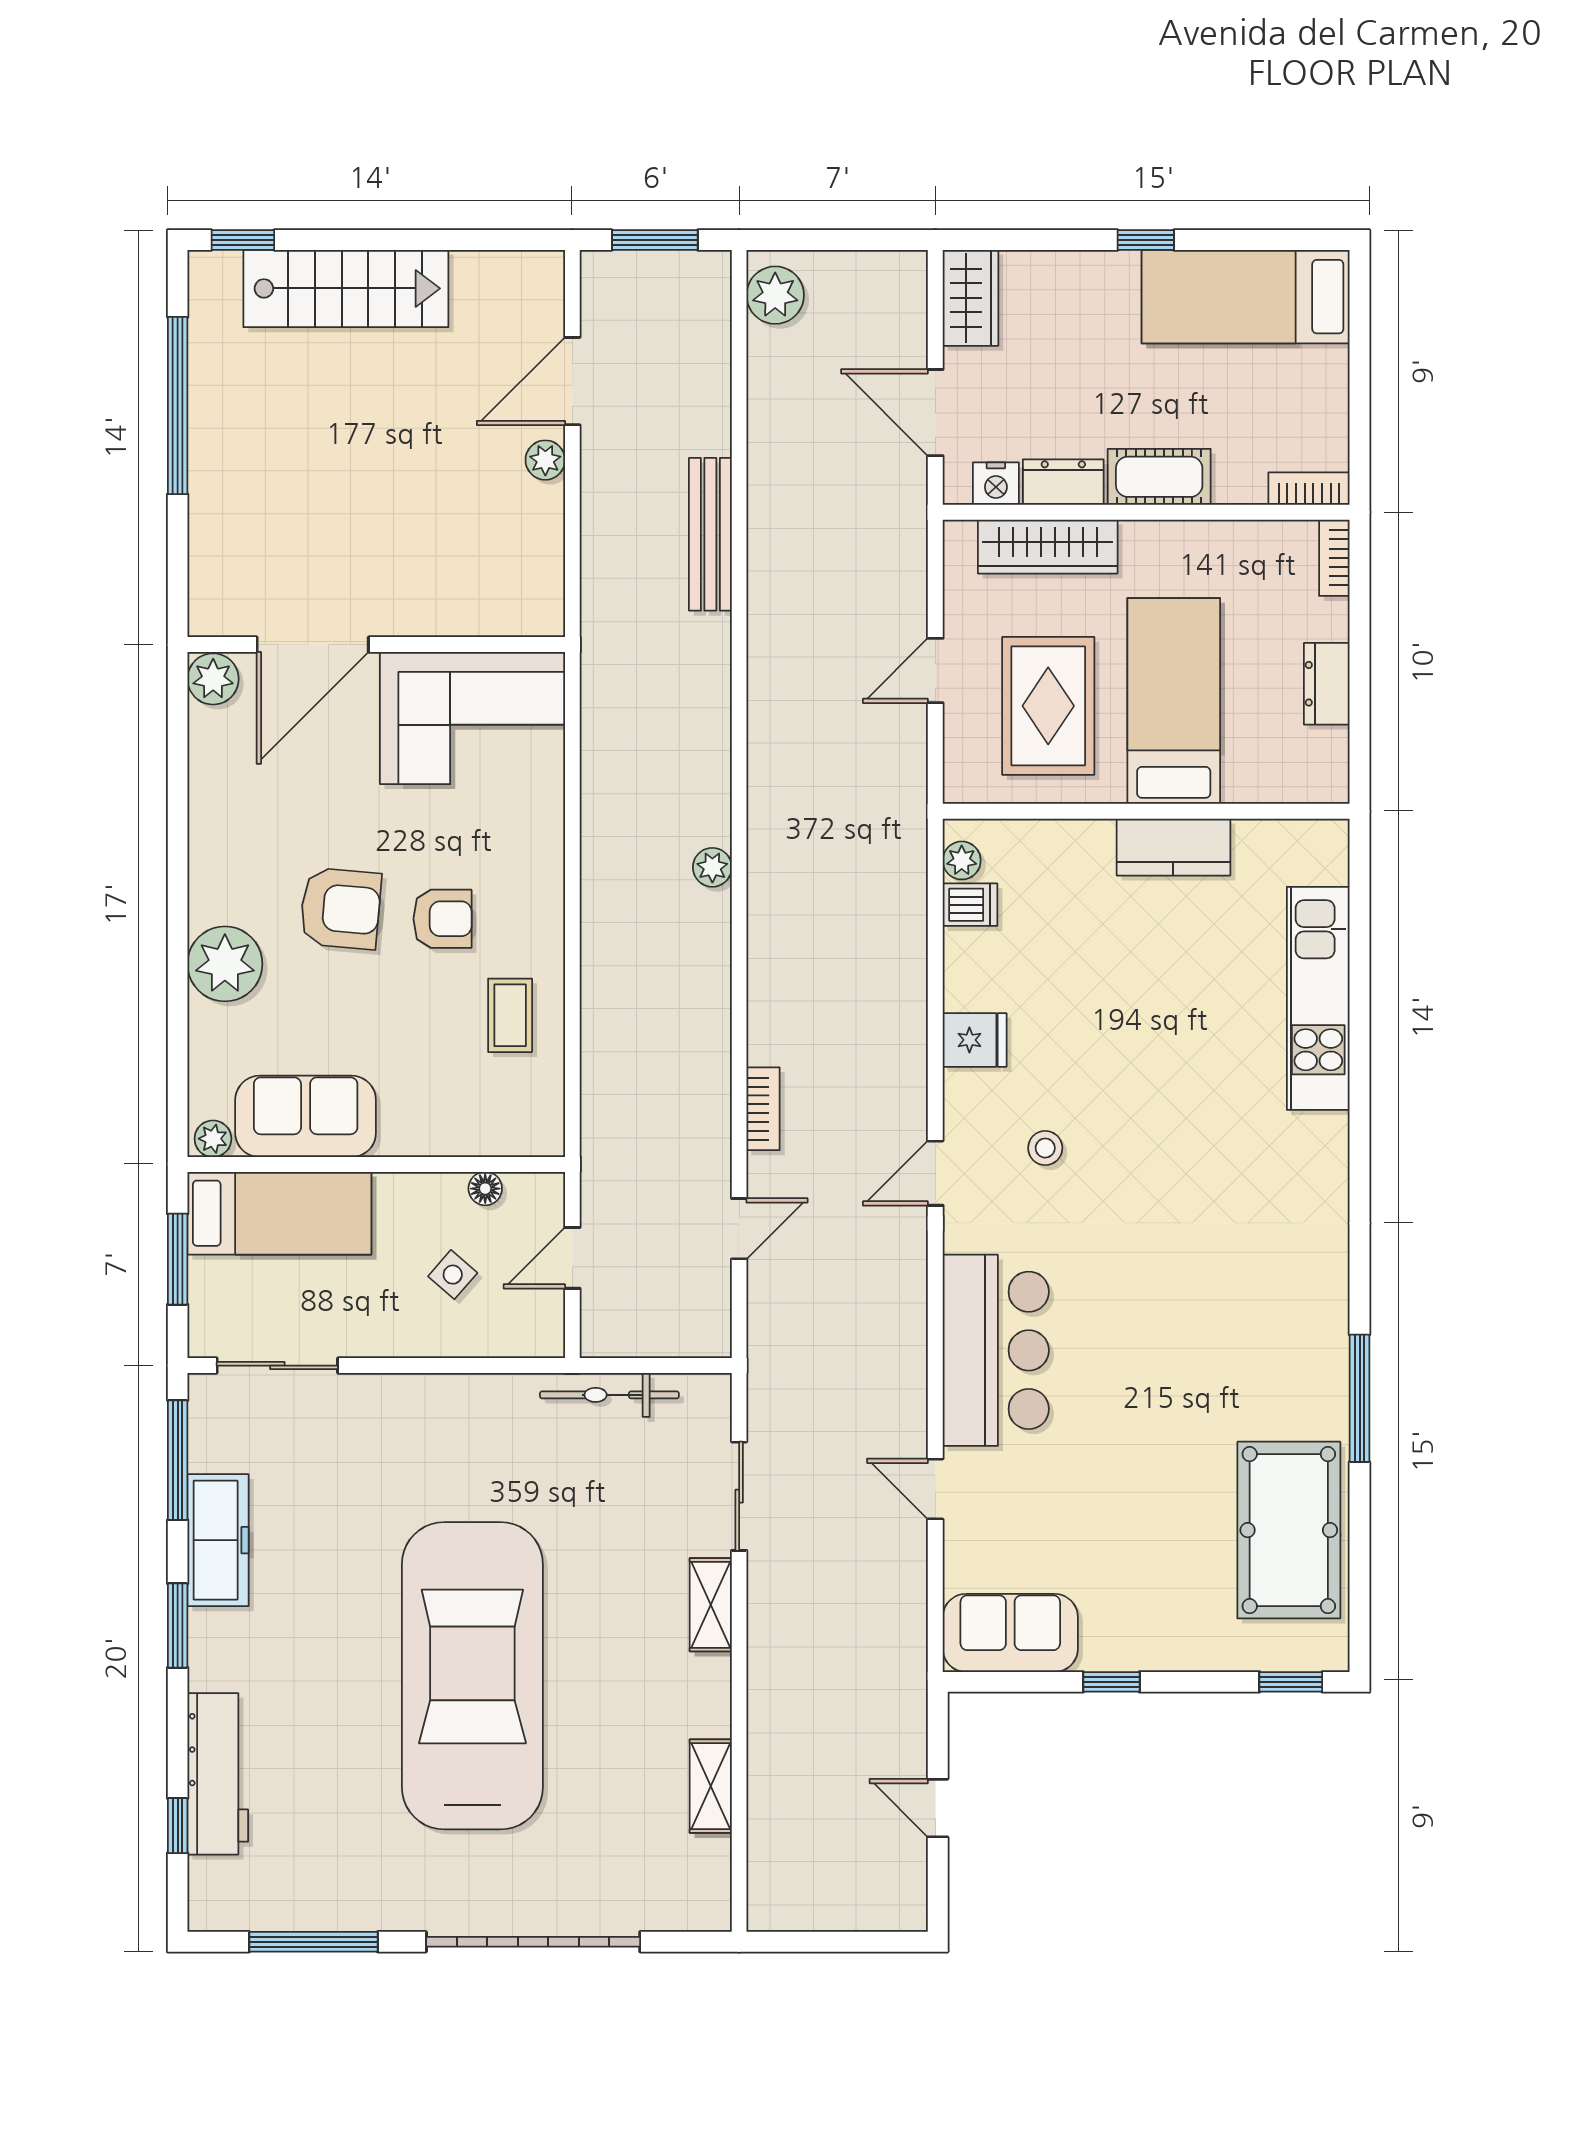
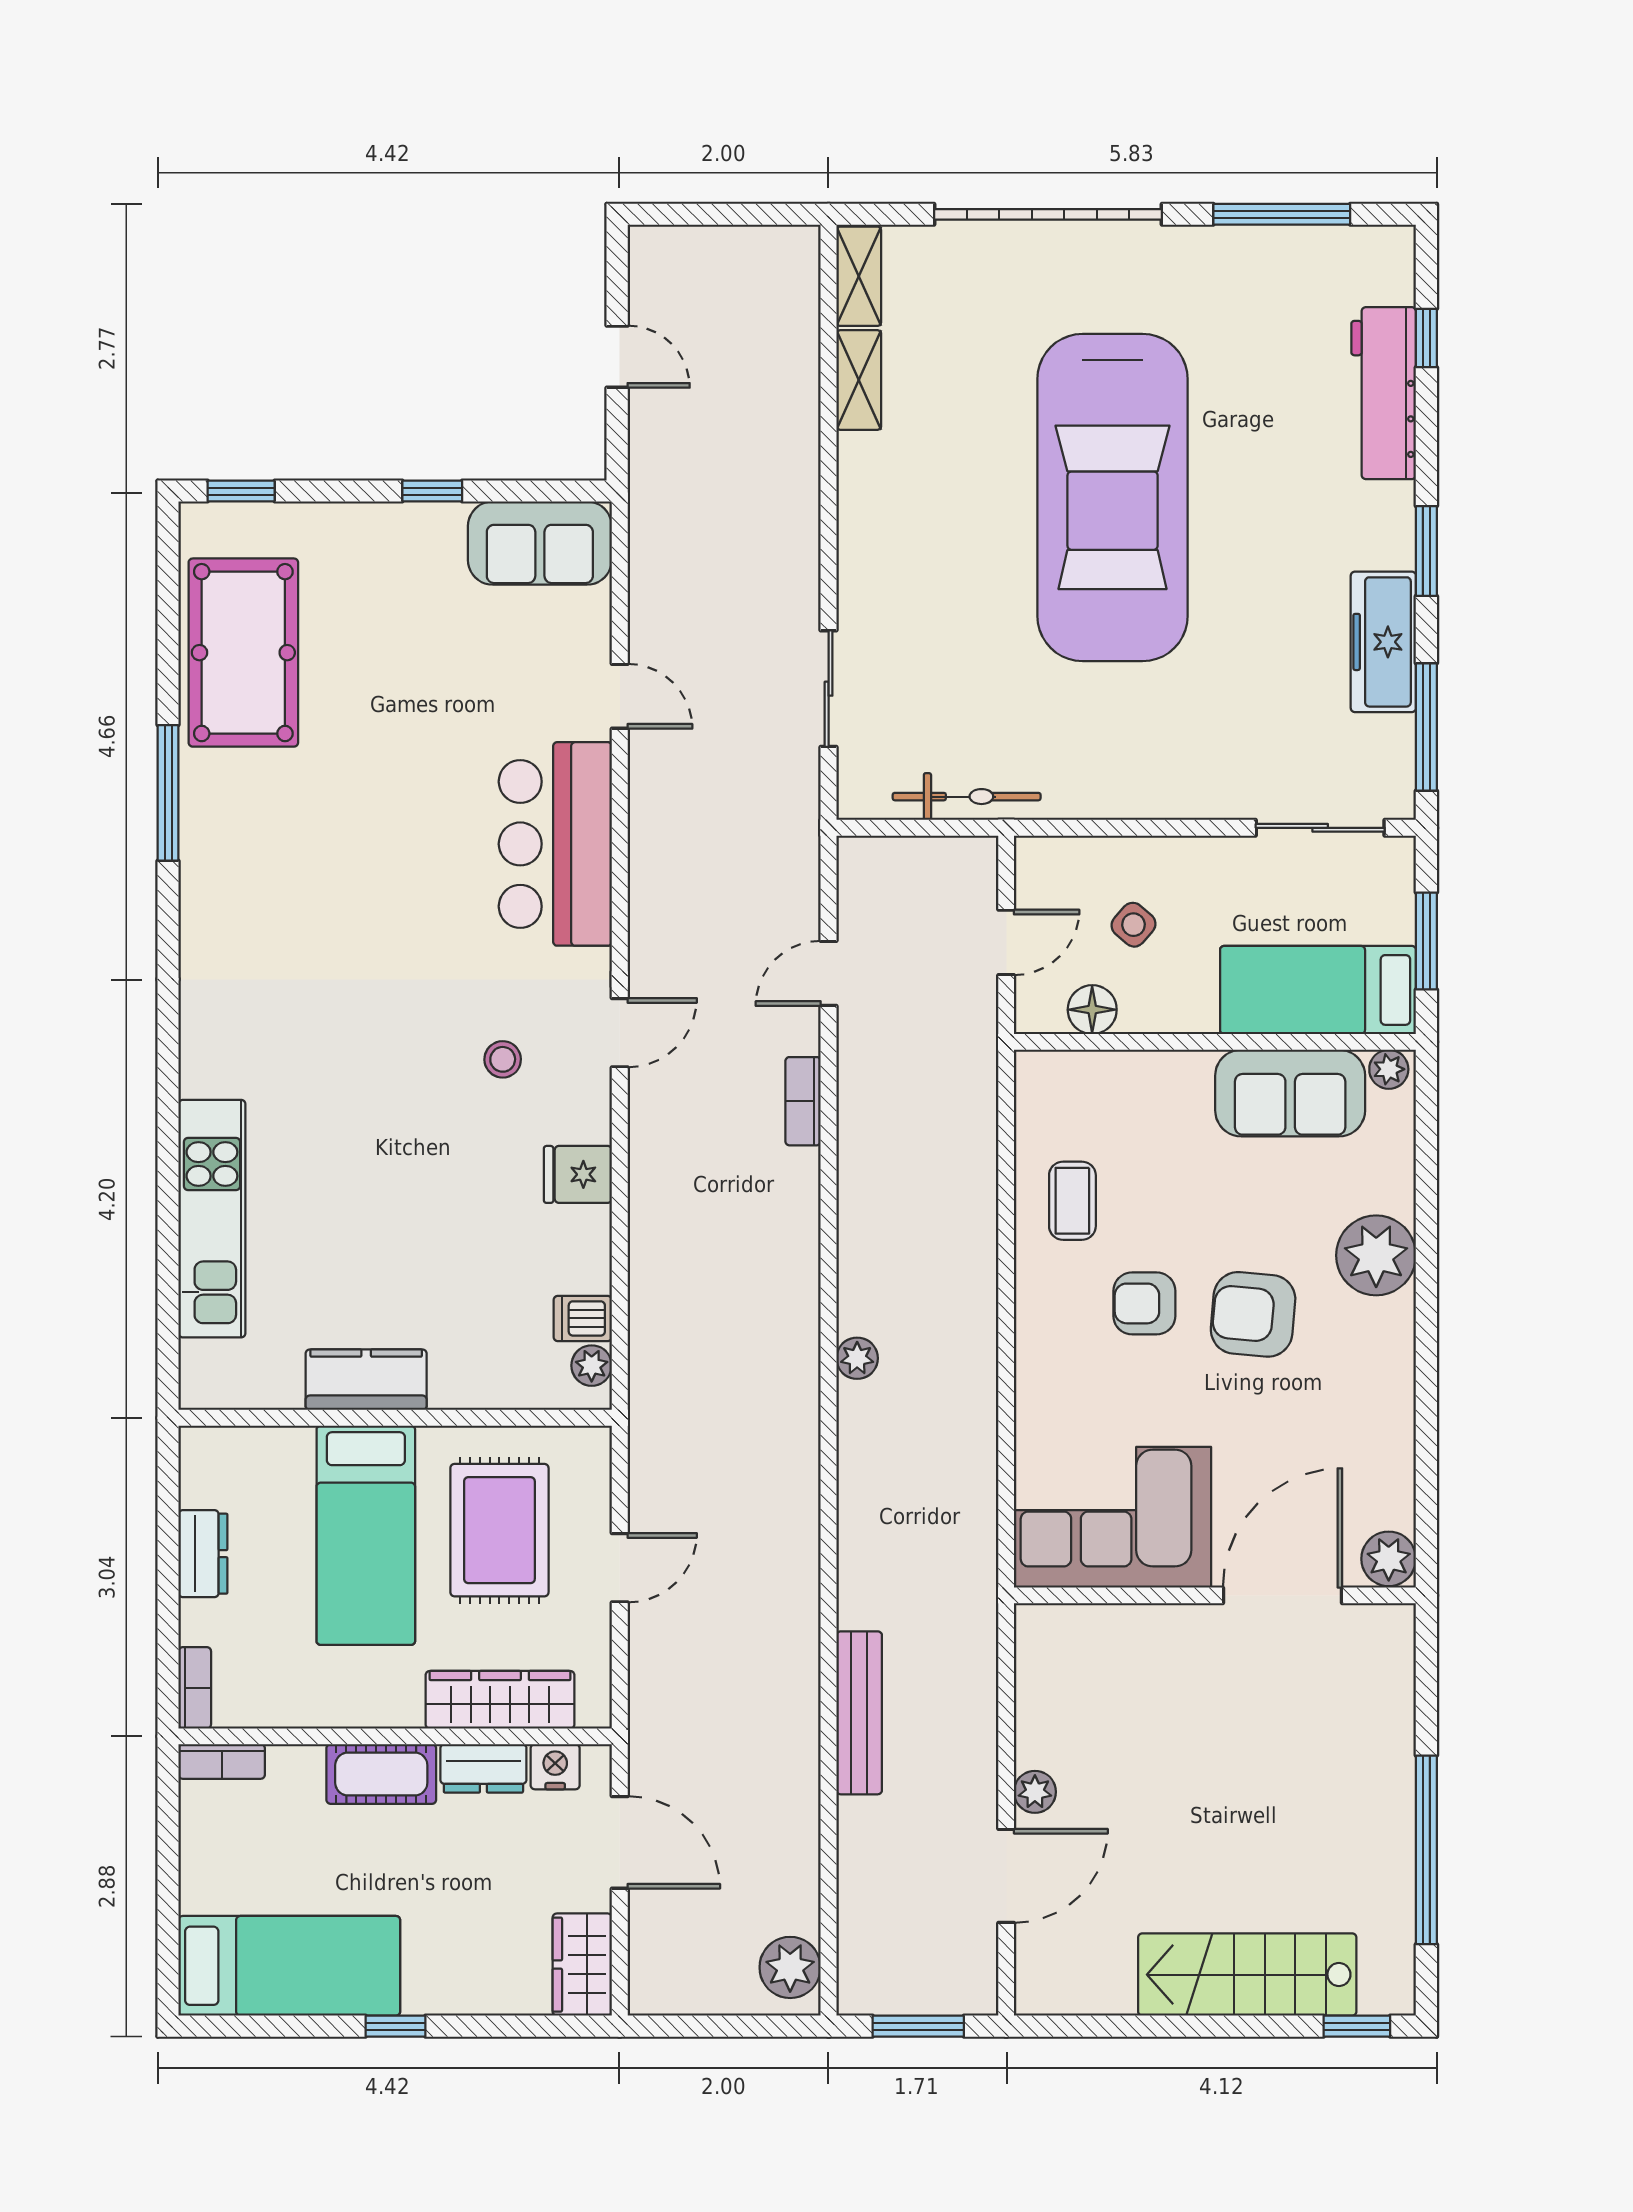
floor lamp: (485, 1189) -> (1092, 1010), width x1.37, depth x1.37
shelving: (711, 1605) -> (859, 276), moved

